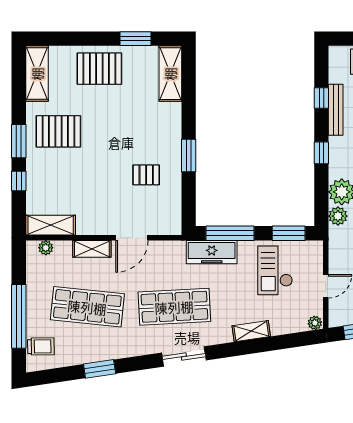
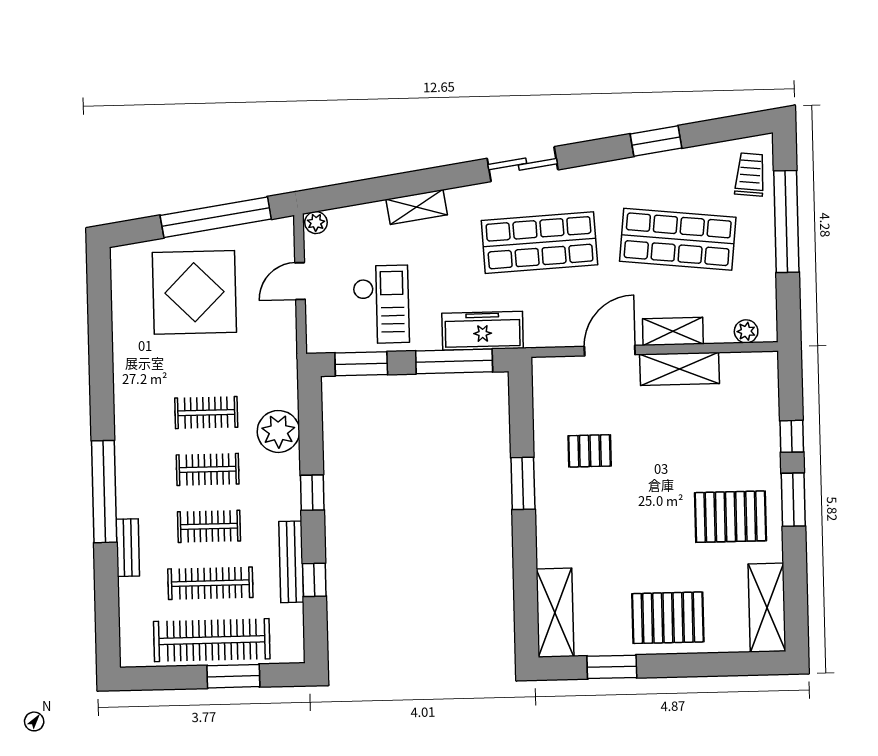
plant: (338, 216) -> (284, 393), removed
shelving: (51, 225) -> (679, 369), moved
trolley: (41, 346) -> (750, 175), turned 97

